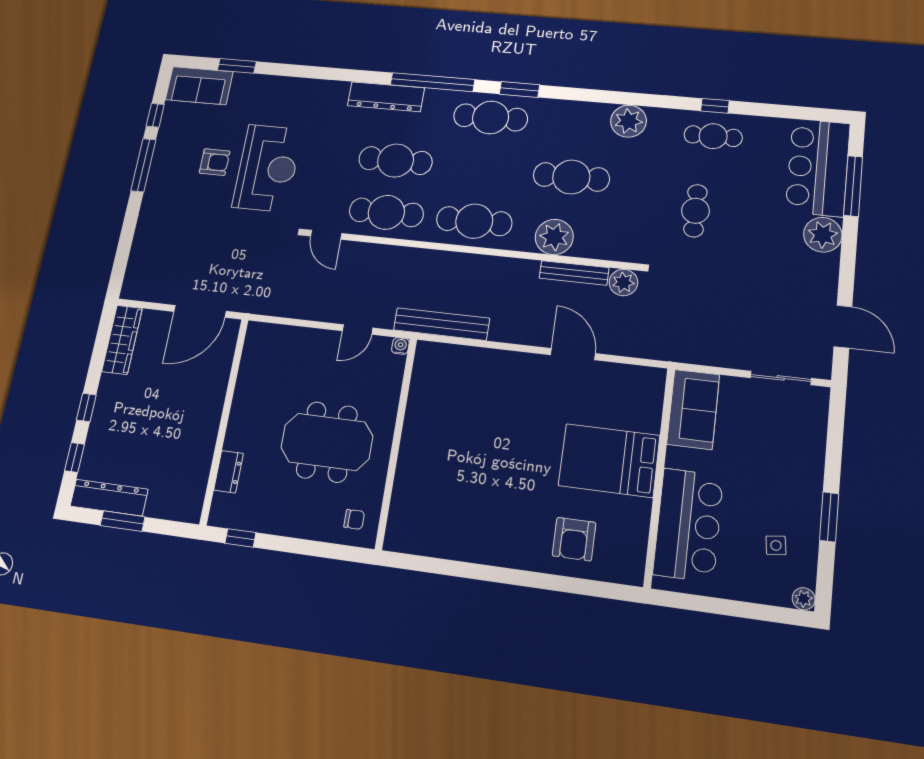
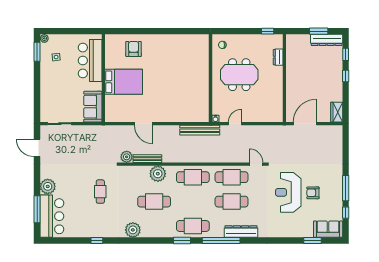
cafe table: (713, 136) -> (96, 226), removed
wardrobe: (122, 340) -> (337, 112), width x0.67
window: (829, 517) -> (37, 52), moved

